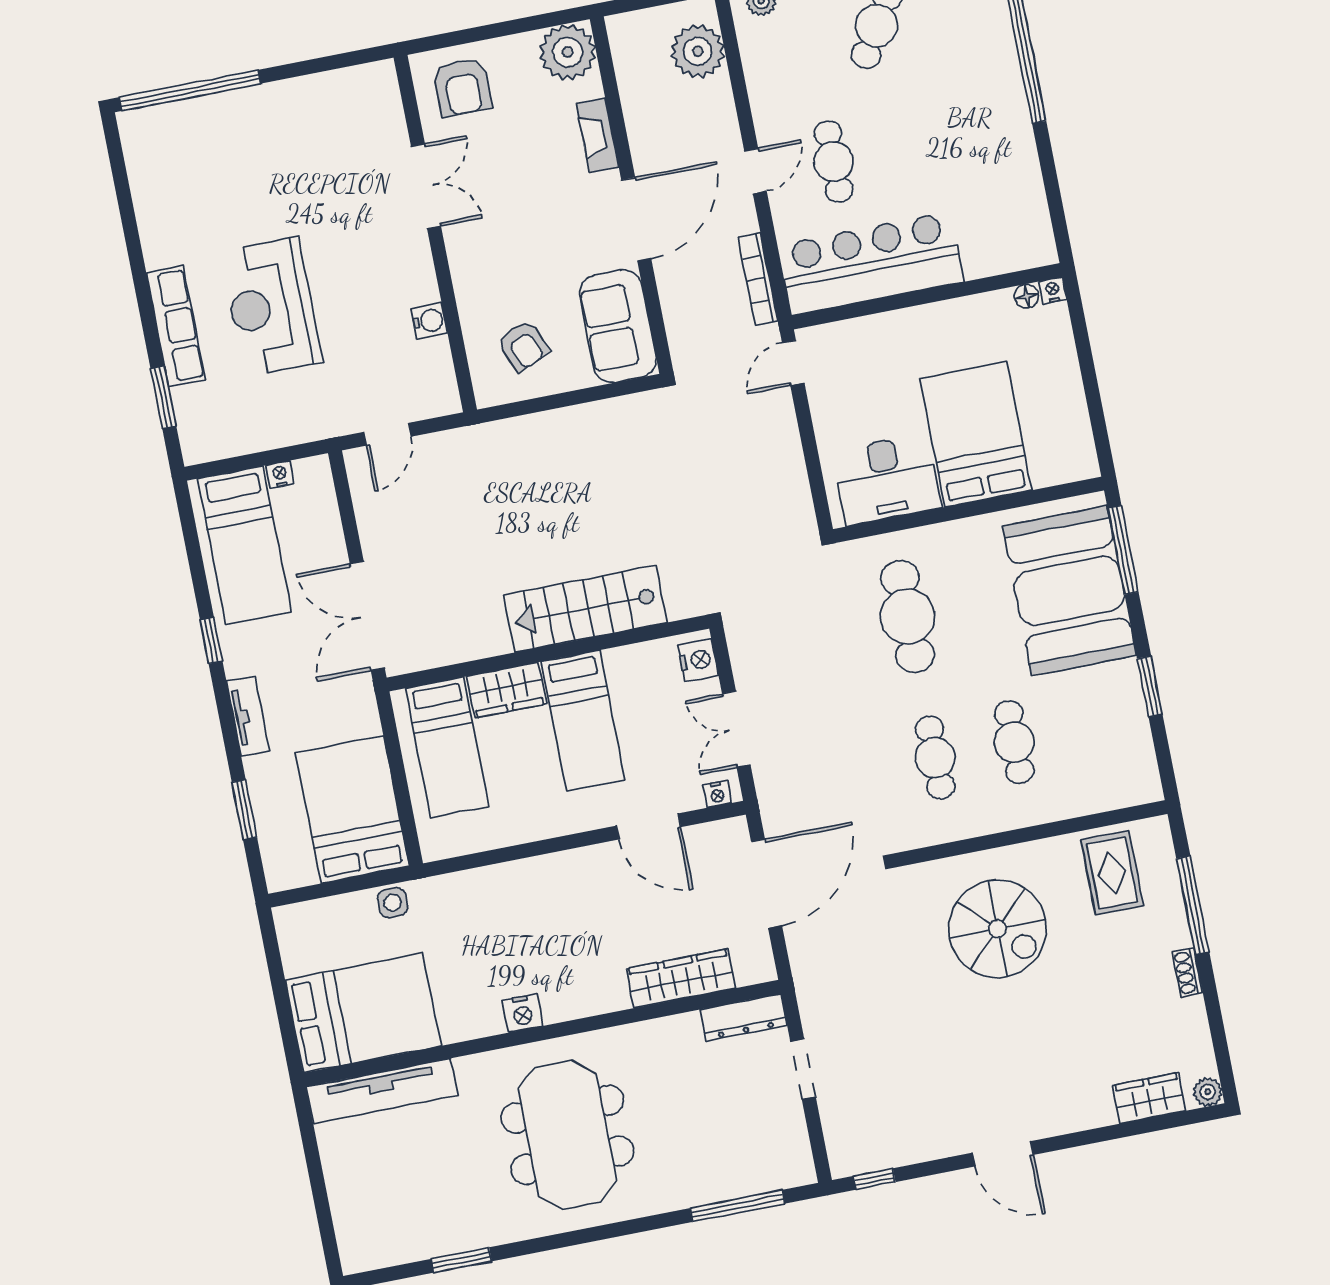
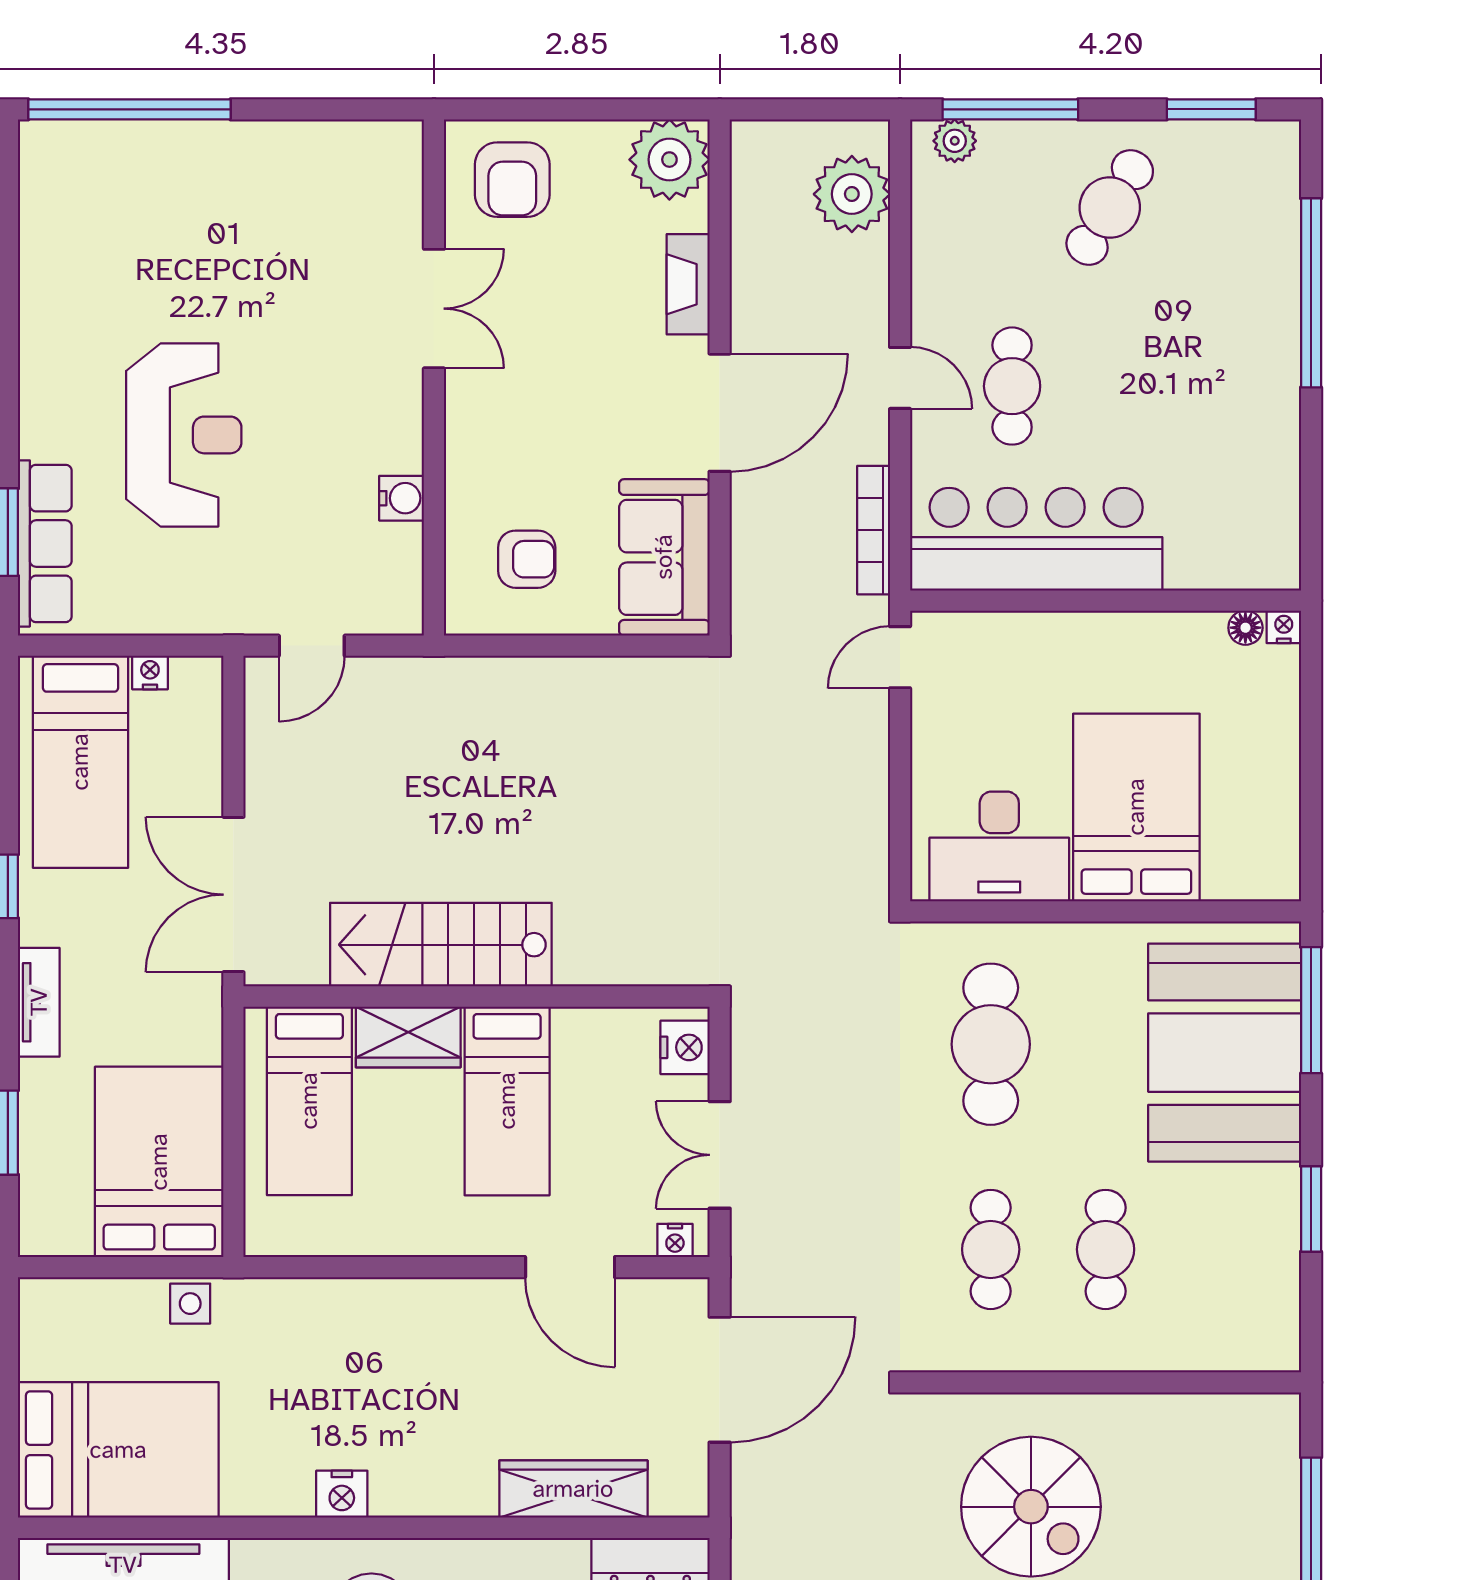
door: (756, 171) -> (900, 378), hinge flipped
reception desk: (271, 307) -> (184, 435), turned 180
row of seats: (176, 326) -> (45, 543), moved
armchair: (523, 346) -> (527, 559), turned -67
stairs: (585, 609) -> (441, 945), moved
rug: (1112, 873) -> (1207, 1460), removed

